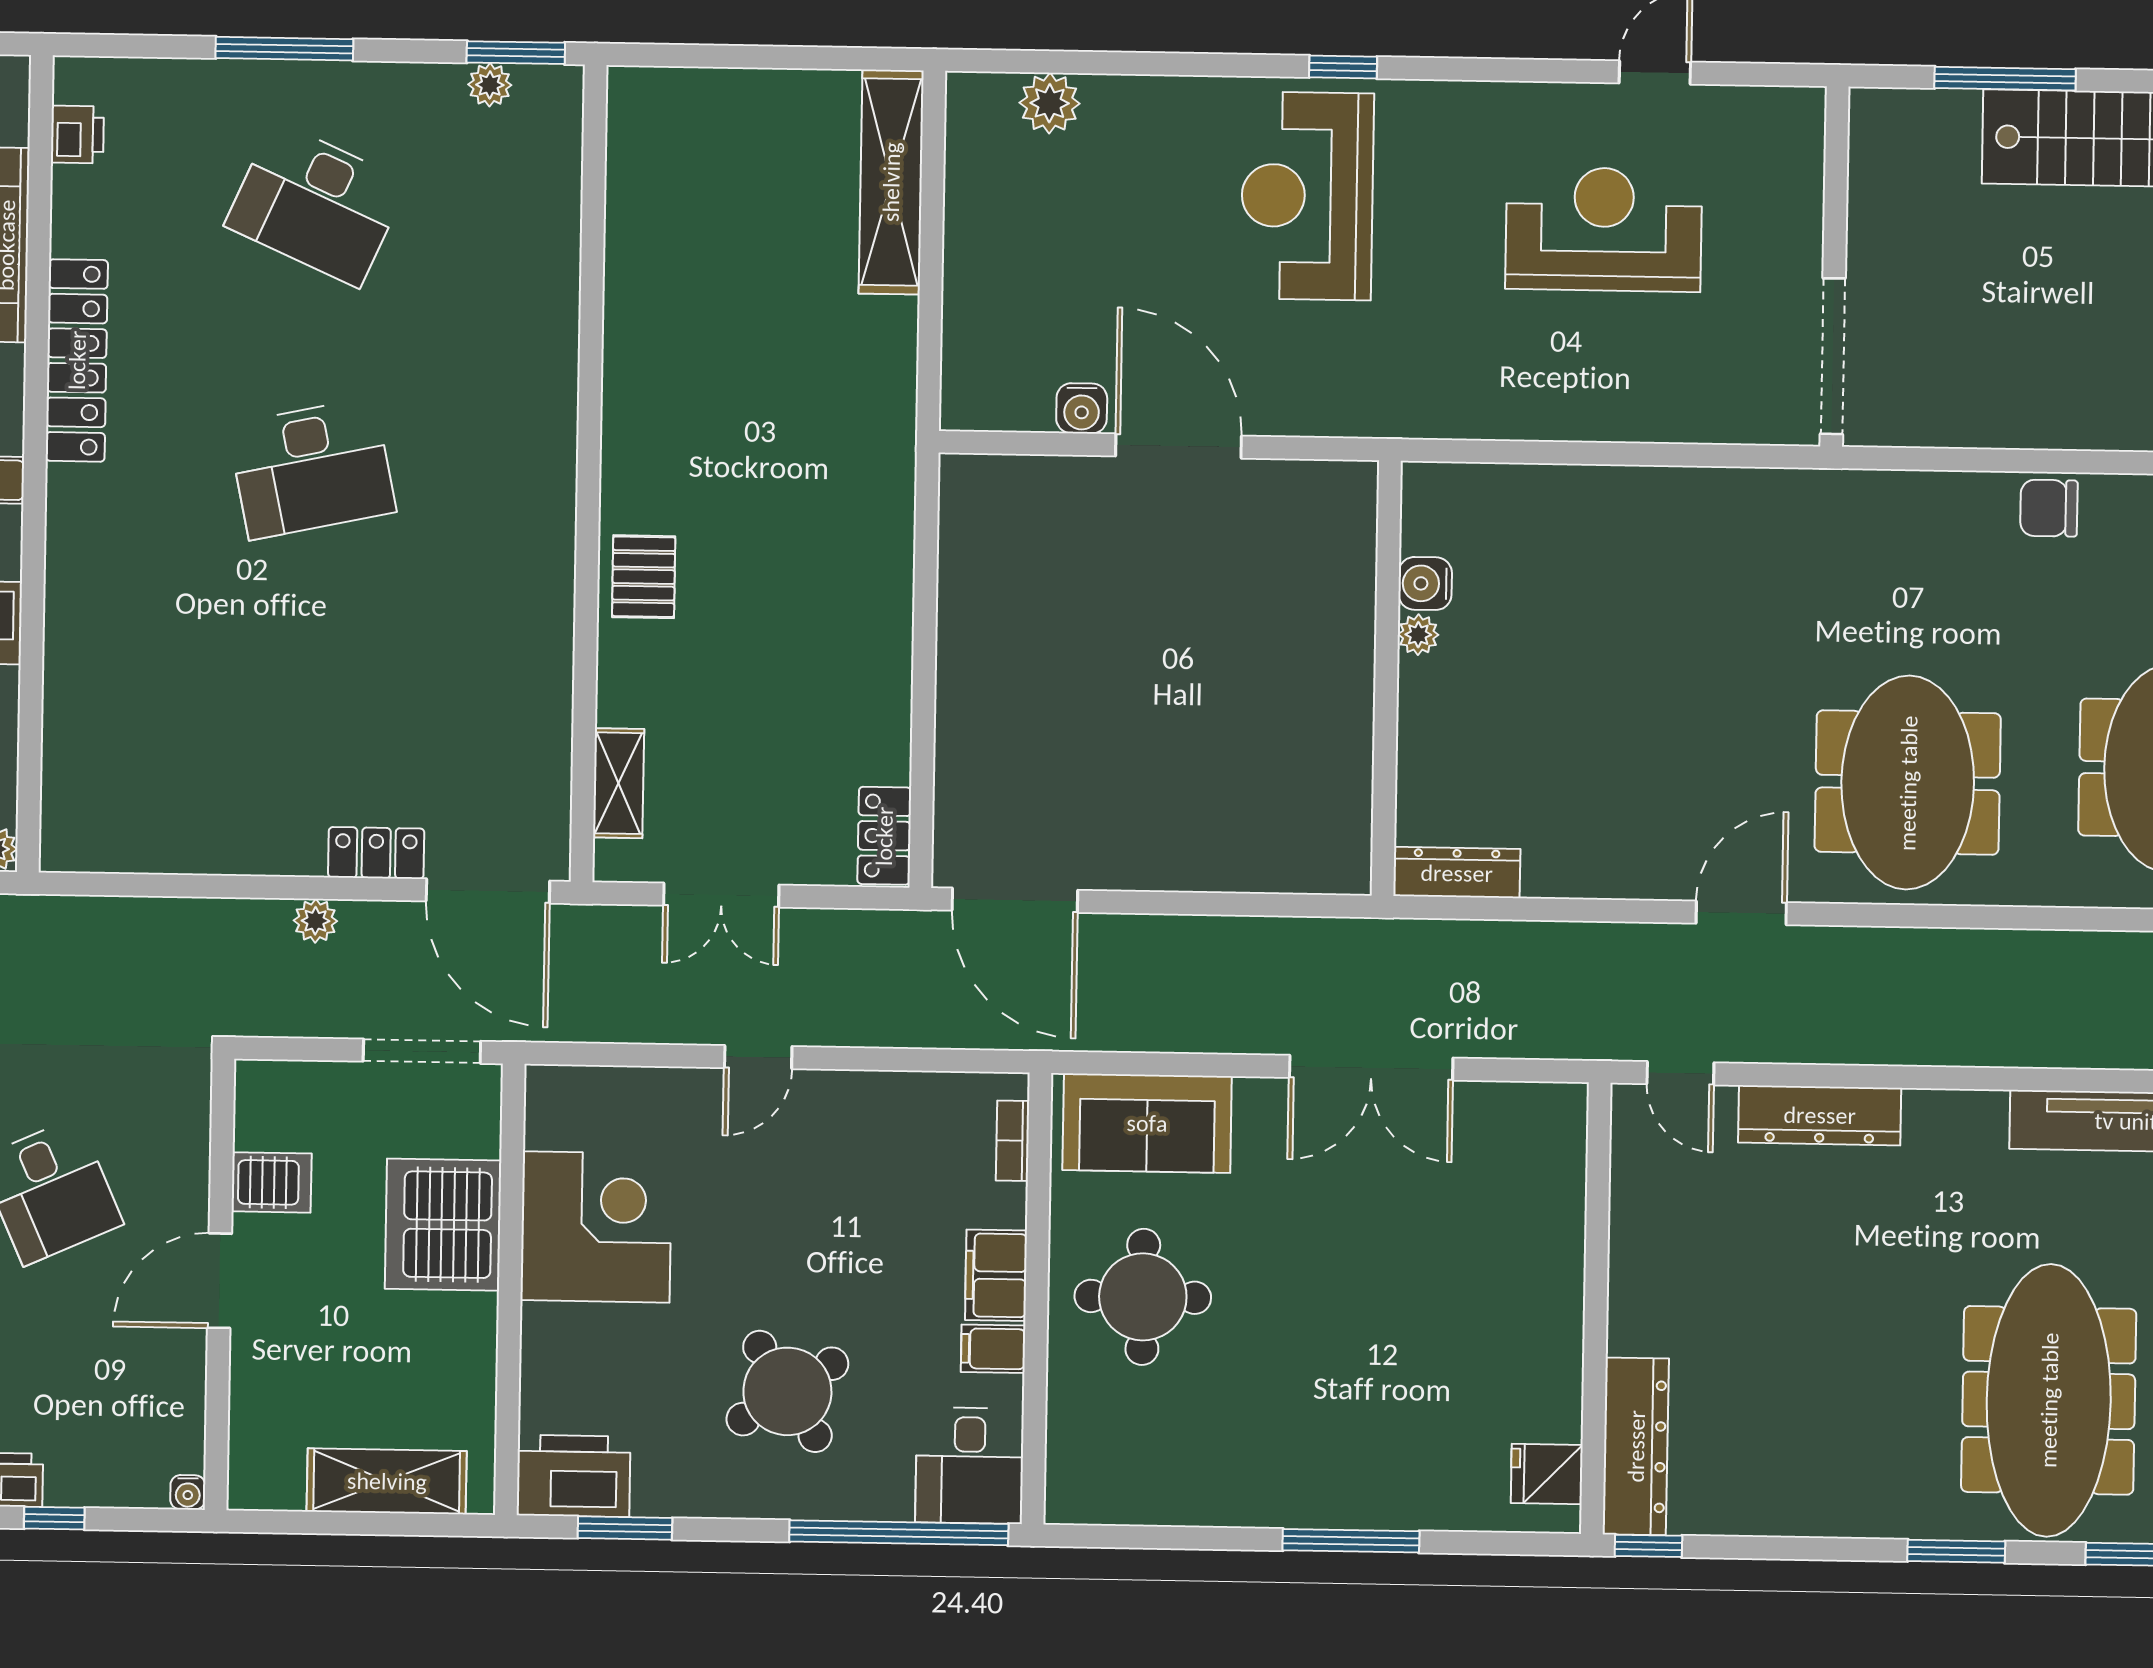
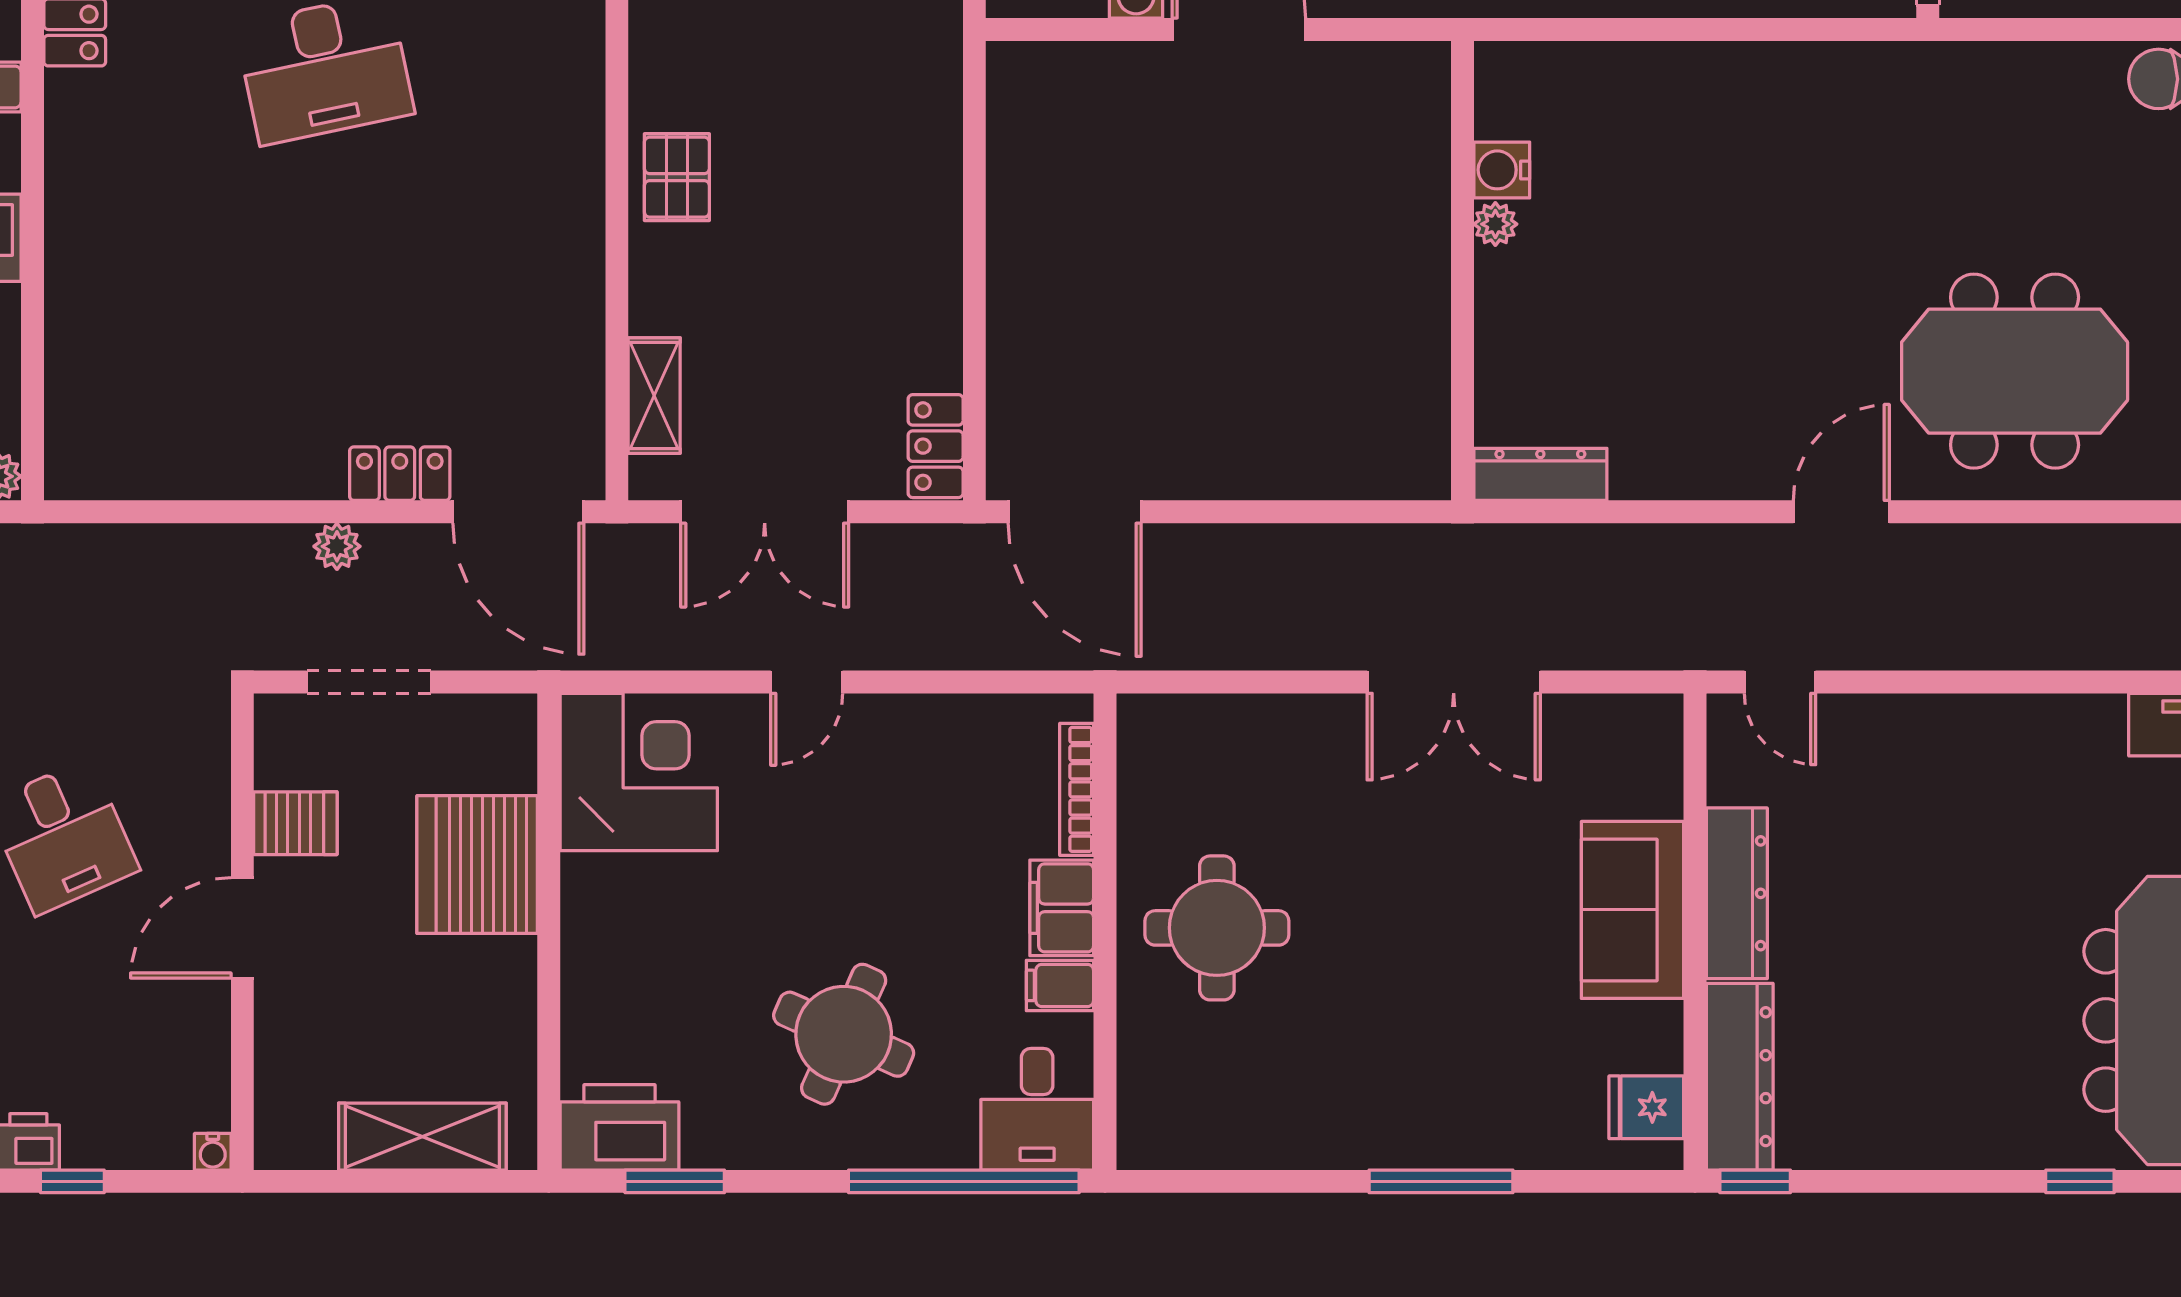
meeting table: (1908, 783) -> (2015, 371), turned 90
double door: (721, 895) -> (765, 512), width x1.37
doorway: (422, 1051) -> (369, 682), moved
dresser: (1820, 1115) -> (1737, 893), moved, turned -90
sofa: (1147, 1123) -> (1633, 910), moved, turned 90
bookcase: (1013, 1141) -> (1077, 789), width x1.56
corner desk: (596, 1227) -> (639, 772), moved
round table: (787, 1391) -> (844, 1034), turned -33
window: (1956, 1551) -> (2080, 1181), width x0.67

